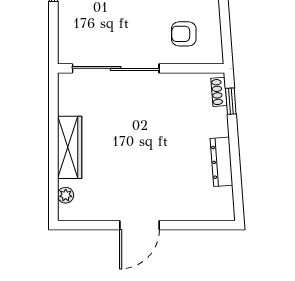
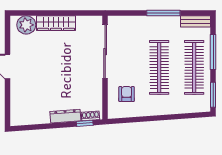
dresser: (221, 162) -> (65, 116), moved
plant: (66, 195) -> (26, 25), width x1.88, depth x1.88

